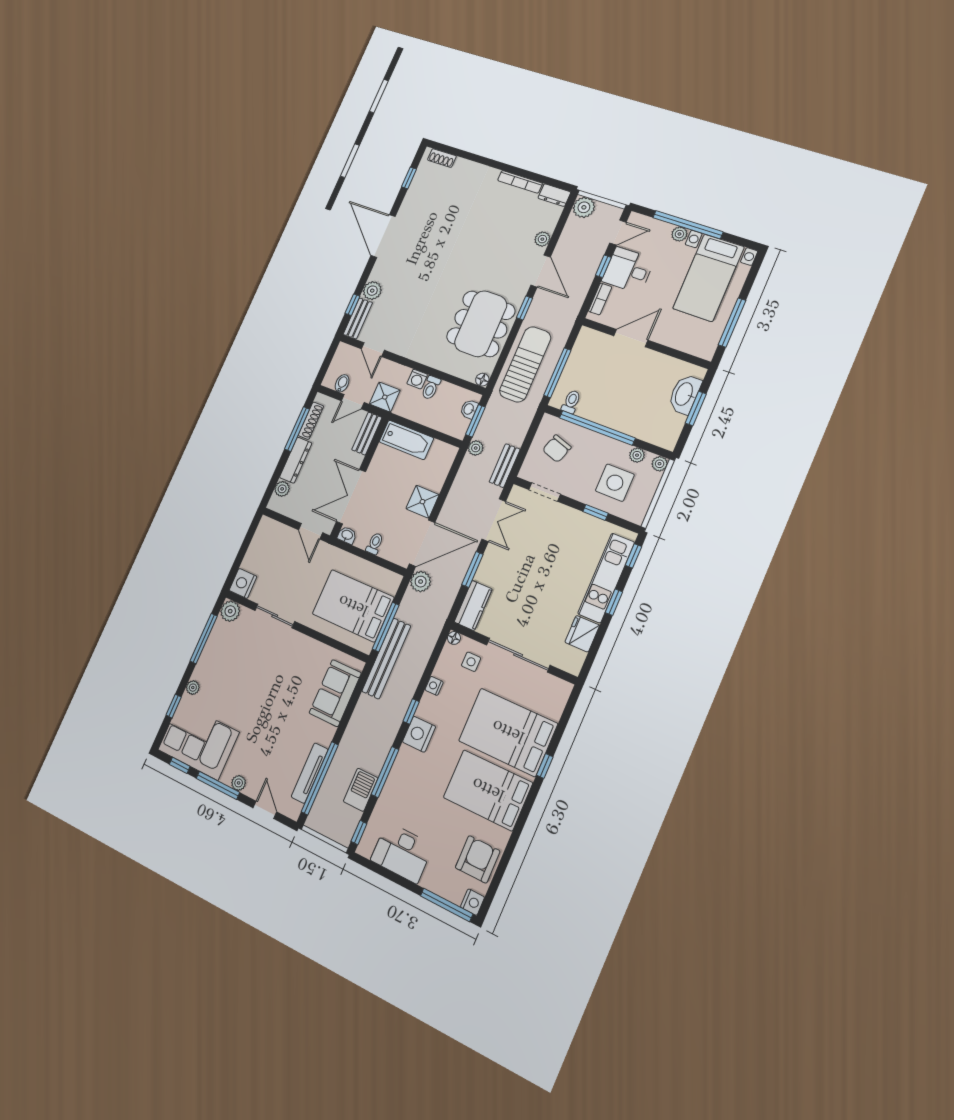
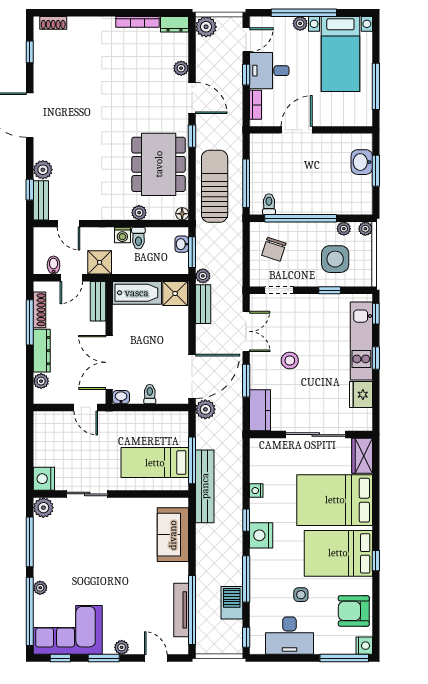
plant: (442, 363) -> (139, 213), added
washbasin: (685, 394) -> (362, 162), width x0.72
bench: (505, 466) -> (203, 304), moved
shower: (422, 502) -> (175, 293), moved
stool: (524, 568) -> (290, 360), added
bed: (353, 606) -> (155, 463), width x0.67
floor lamp: (454, 638) -> (256, 444), removed
side table: (471, 662) -> (301, 595), moved
wardrobe: (556, 698) -> (362, 456), added
window: (174, 706) -> (30, 611), width x3.17
window: (545, 766) -> (376, 561), moved
window: (218, 785) -> (104, 658), width x0.69
armchair: (478, 859) -> (354, 611), turned -90

